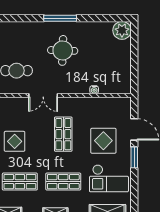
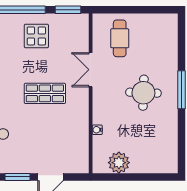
plant: (122, 30) -> (119, 163), moved
display table: (103, 141) -> (37, 141), removed

